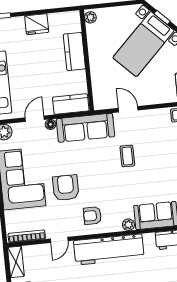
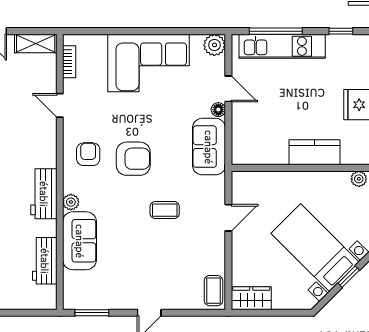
kitchen counter: (71, 104) -> (243, 140), removed
sofa: (85, 128) -> (209, 147), width x0.73
armchair: (66, 188) -> (133, 159), moved
bookcase: (27, 236) -> (69, 62), width x0.64
workbench: (109, 250) -> (44, 194), width x0.53, depth x0.76

